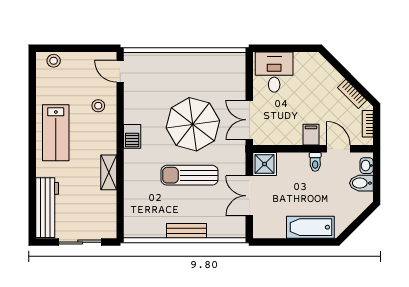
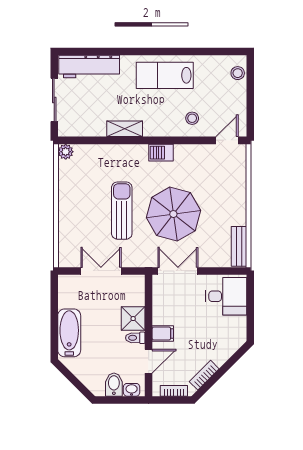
shower: (265, 164) -> (133, 319), moved
plant: (131, 231) -> (66, 152), added
bench: (187, 231) -> (239, 246), moved

